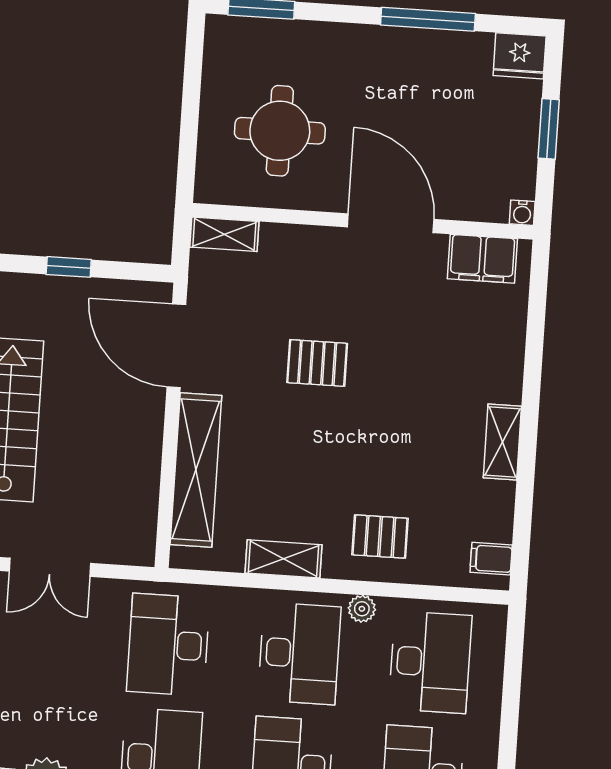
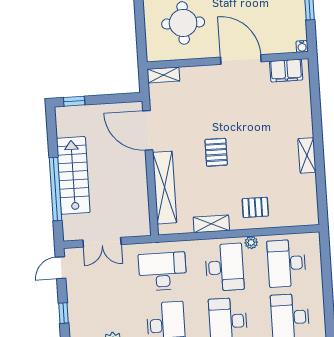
window: (69, 267) -> (74, 101), moved
pallet: (317, 363) -> (216, 152), moved, turned 90
filing cabinet: (491, 559) -> (309, 211), removed
desk: (168, 645) -> (162, 271), turned 90
desk: (430, 662) -> (287, 263), turned 180

